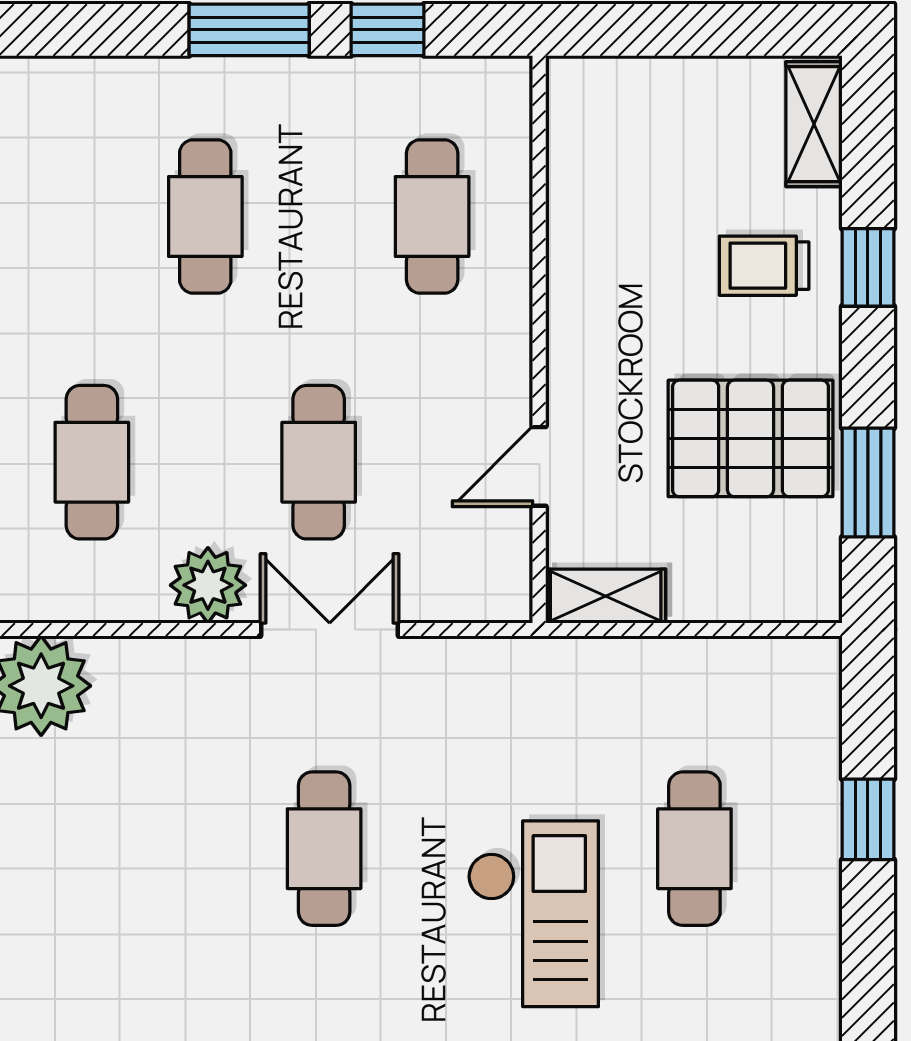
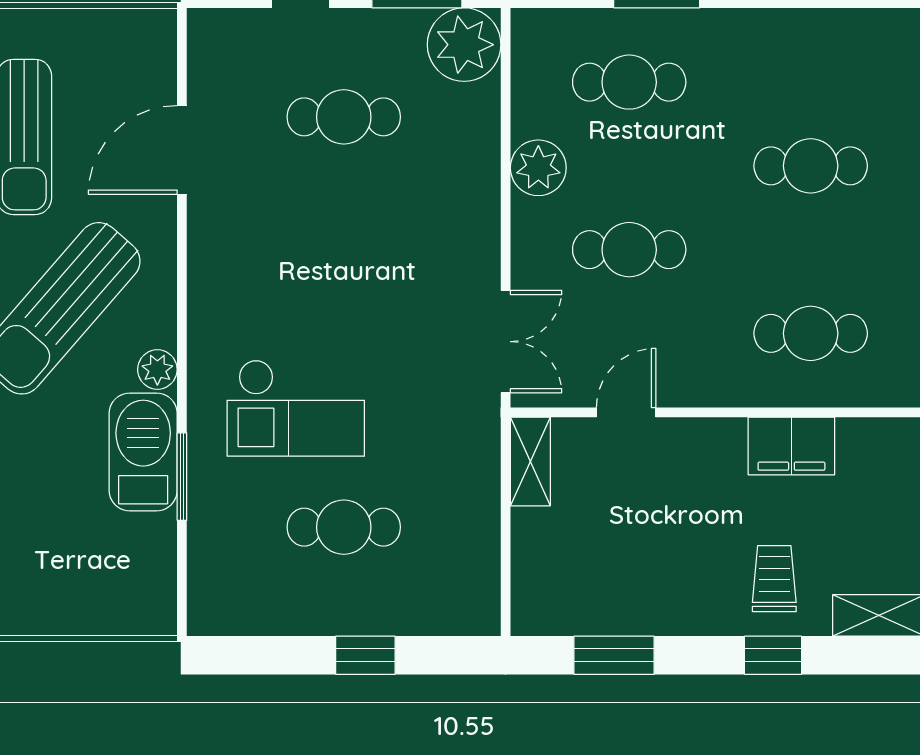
filing cabinet: (585, 242) -> (791, 446), added
pallet: (751, 438) -> (647, 569), removed
door: (539, 466) -> (626, 412), hinge flipped
double door: (330, 629) -> (506, 342), moved
cafe table: (324, 849) -> (344, 117), moved

